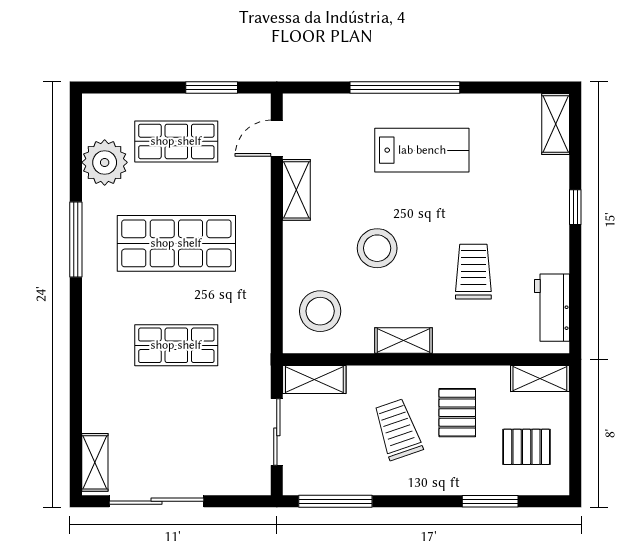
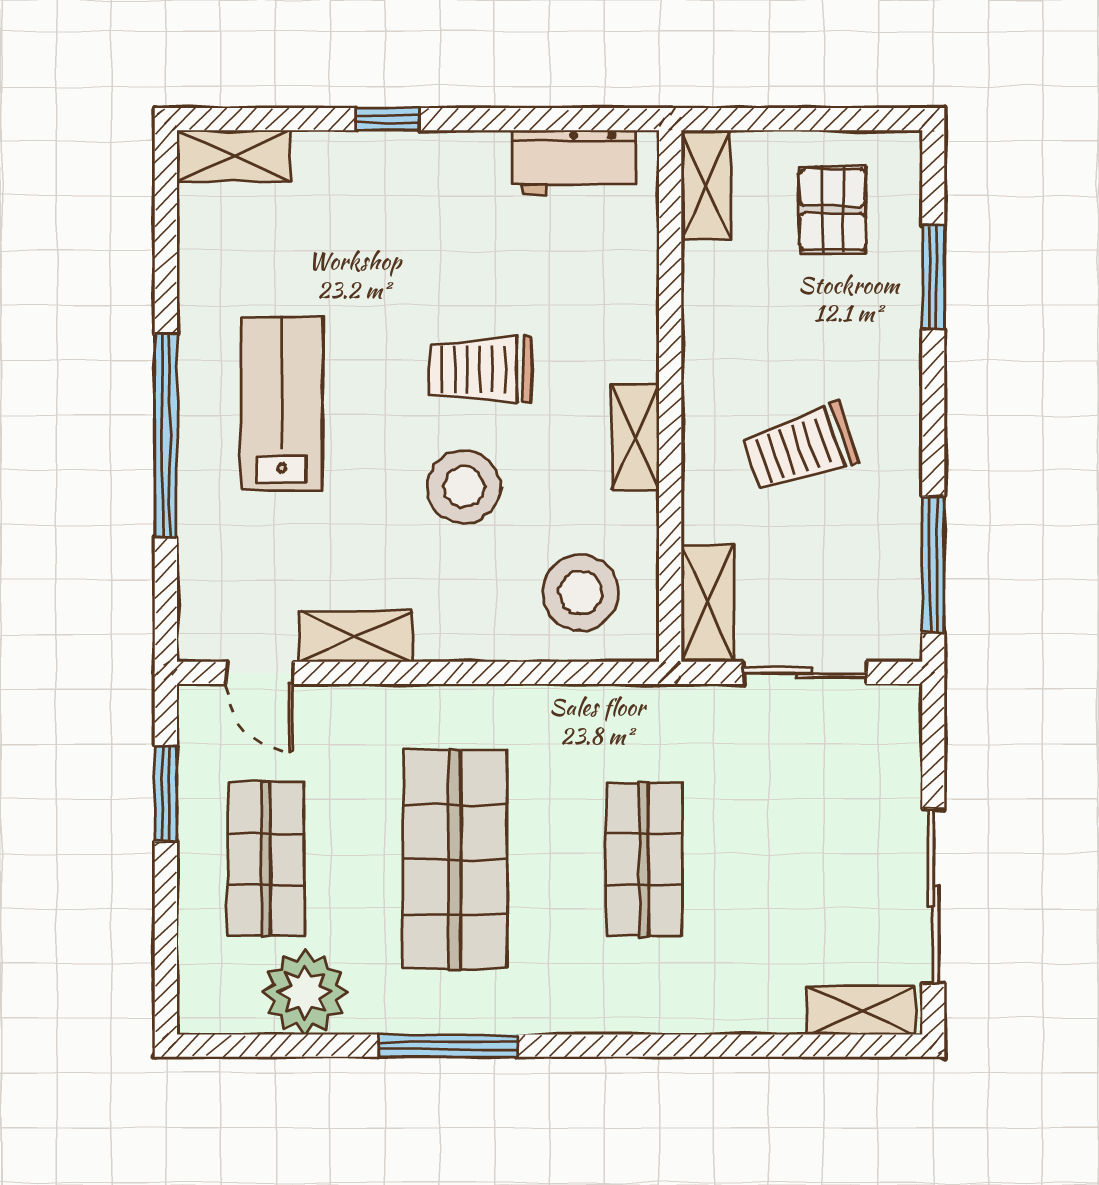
trolley: (473, 272) -> (481, 369), moved
pallet: (457, 413) -> (769, 338), removed

